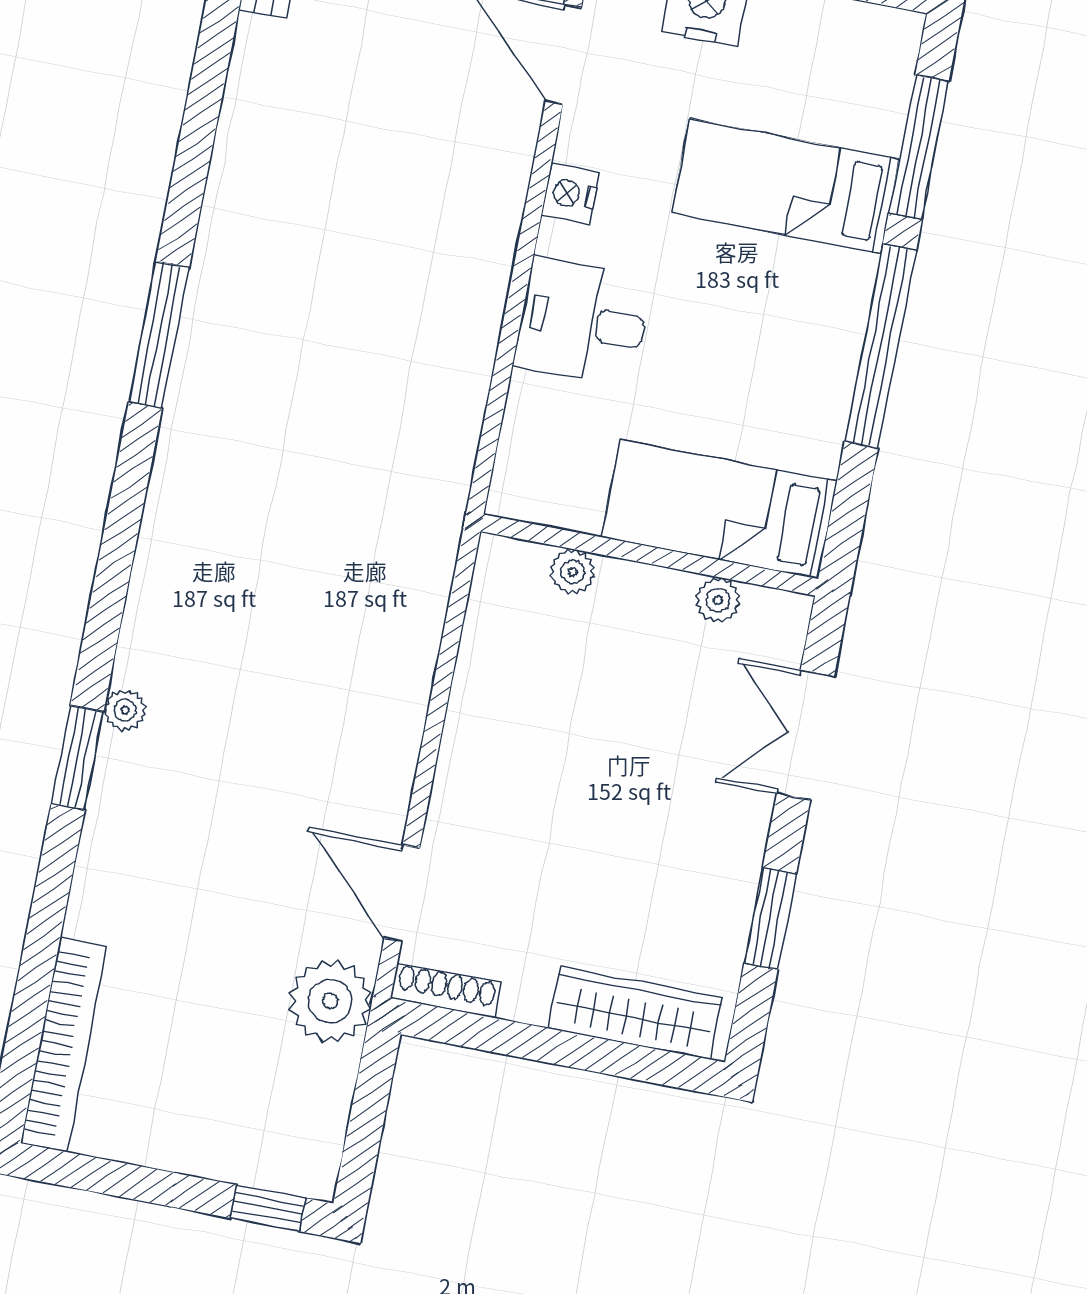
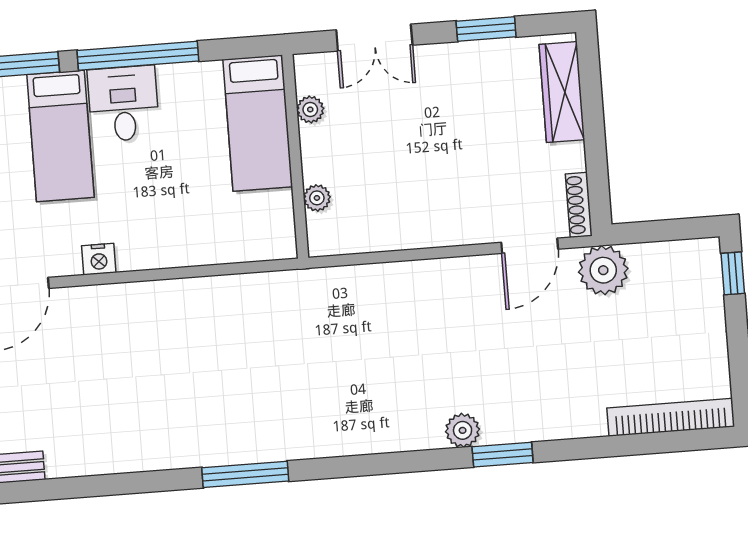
desk: (583, 322) -> (123, 104), moved, turned 180
plant: (125, 710) -> (463, 430), width x1.38, depth x1.38

